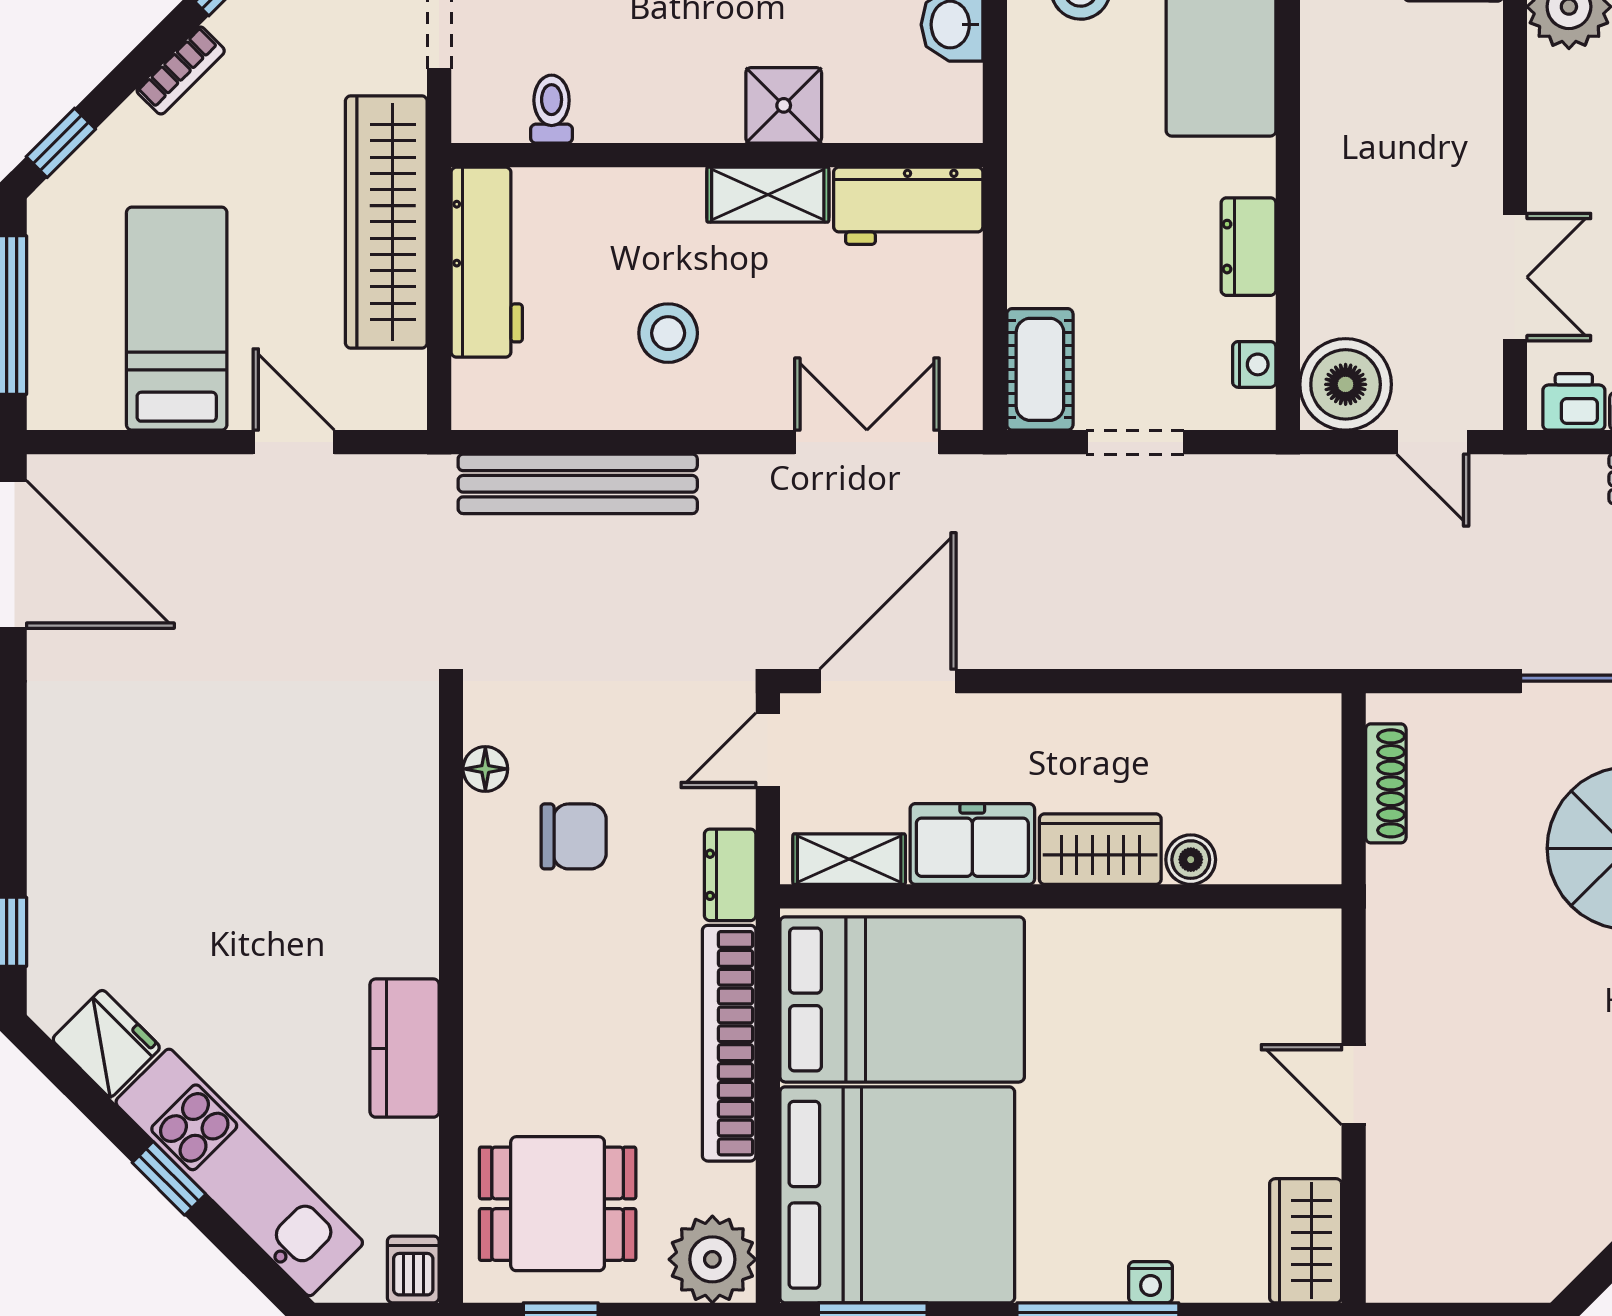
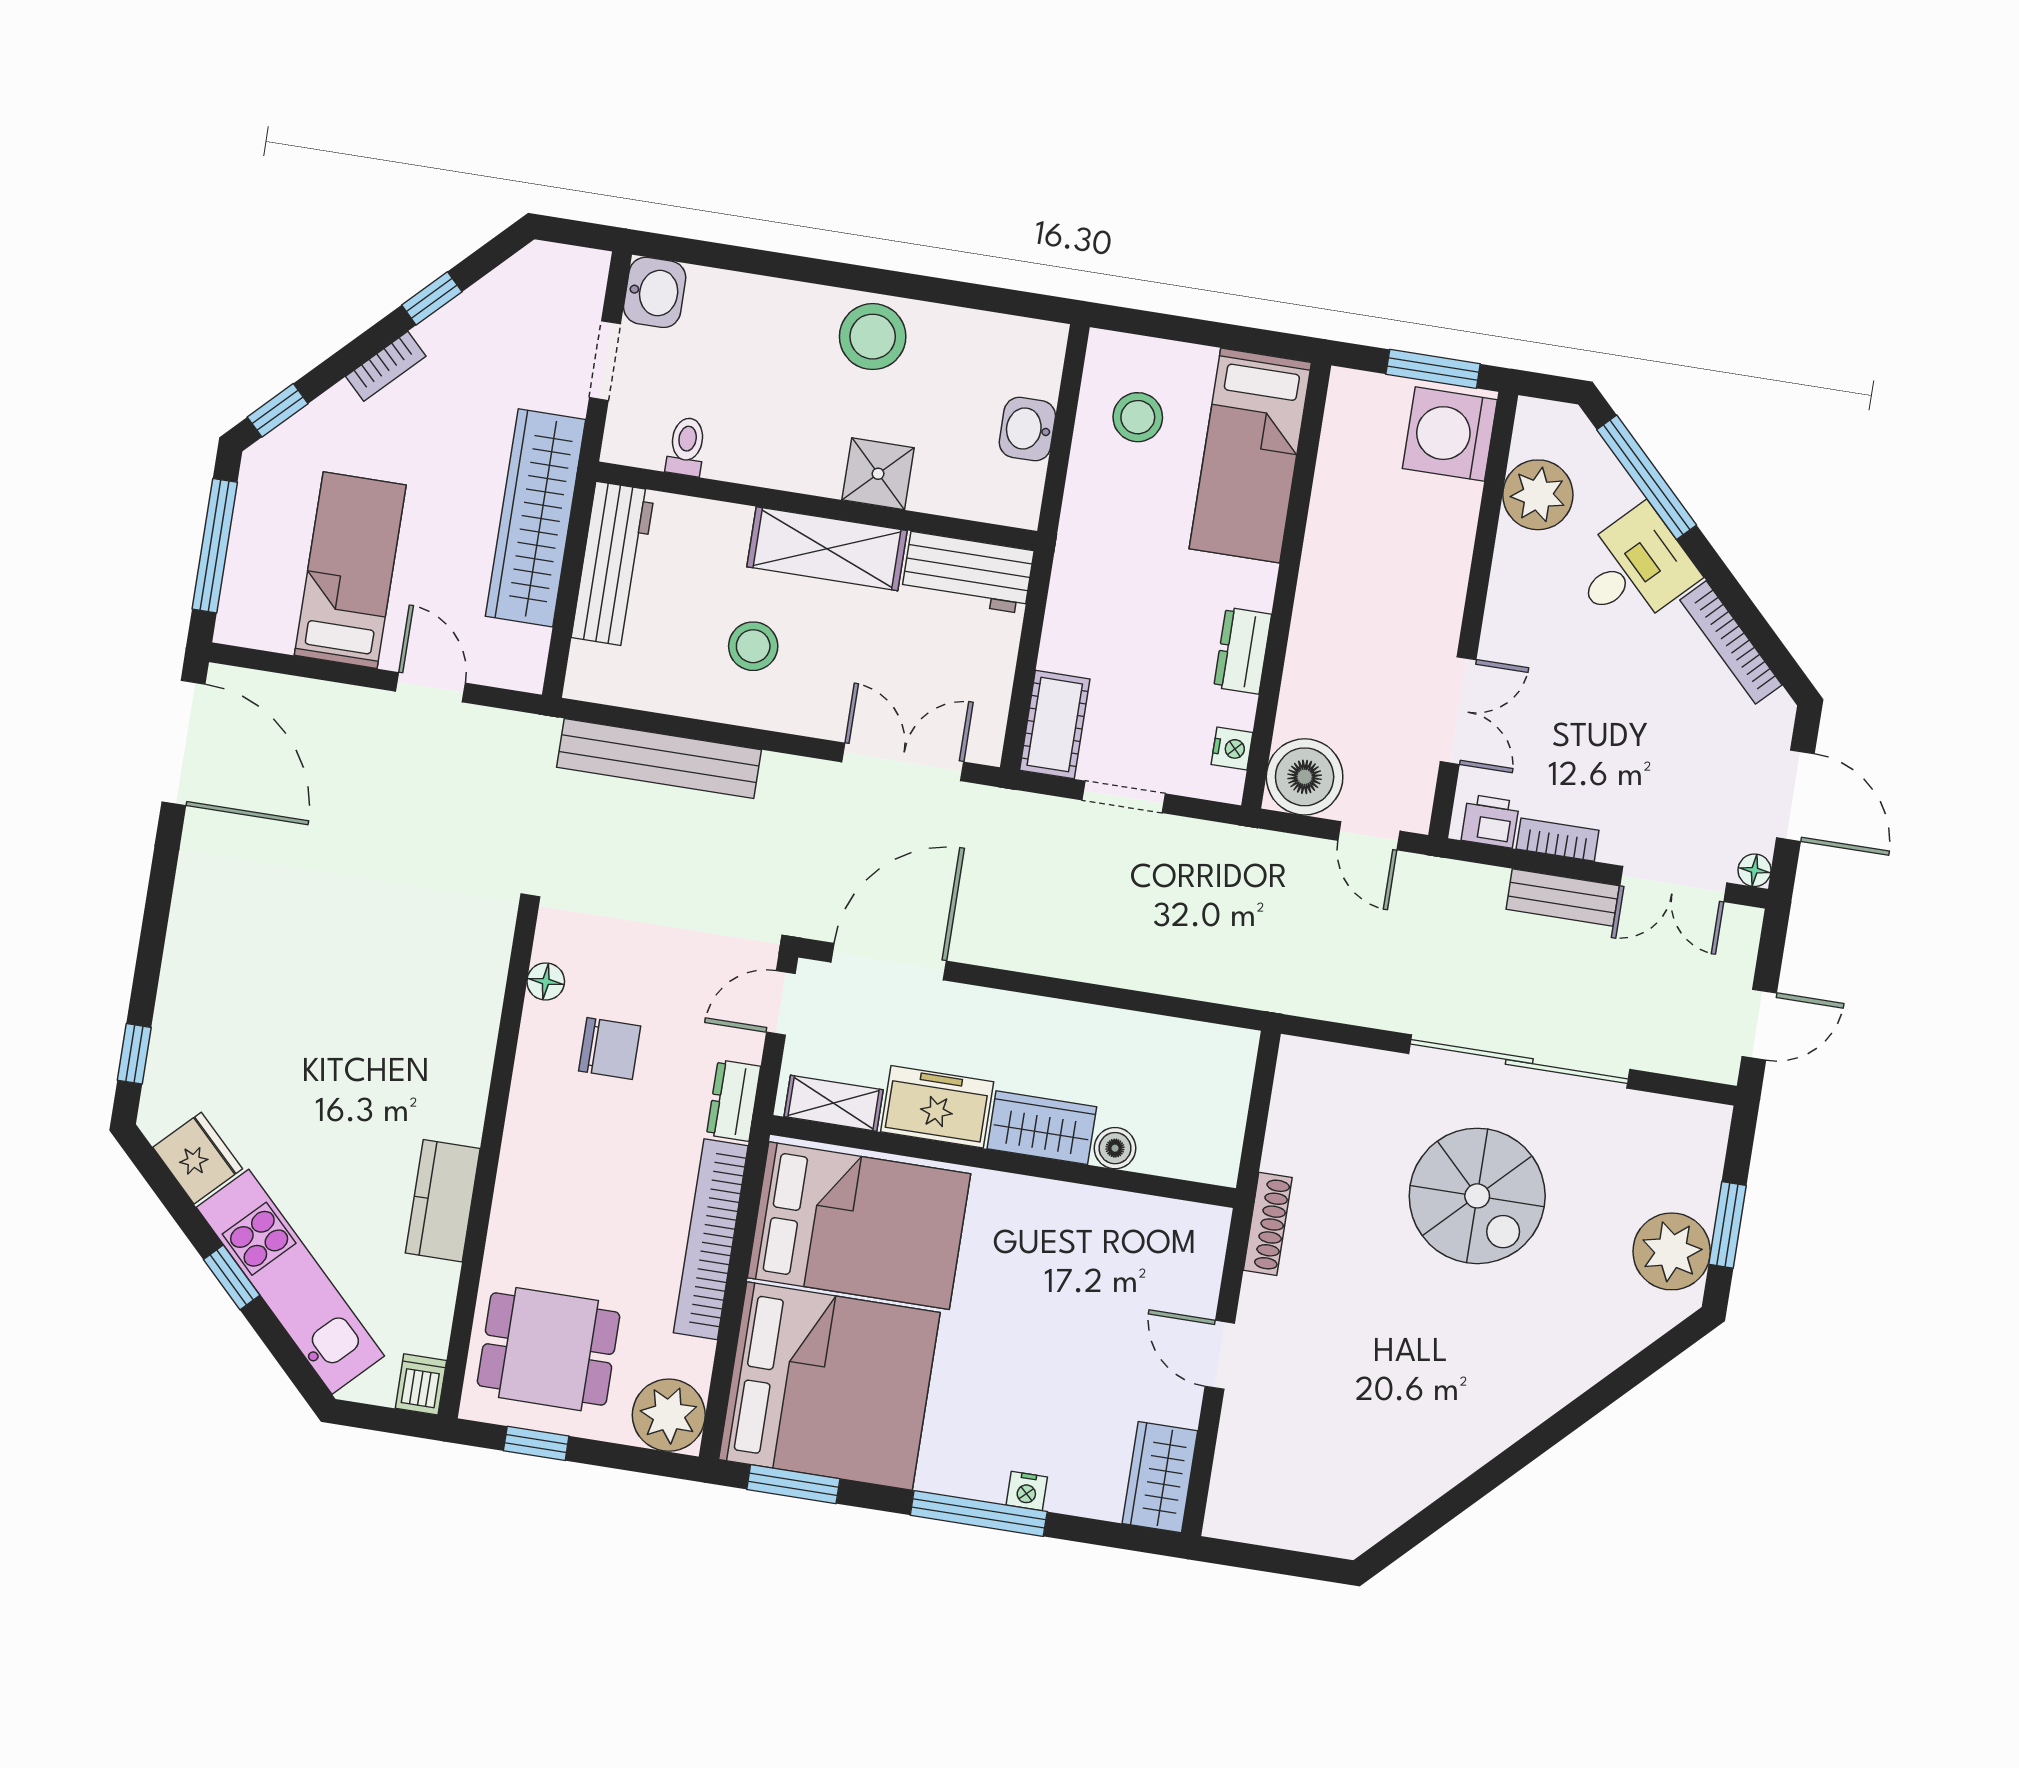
shelving: (768, 195) -> (827, 549), width x1.50, depth x1.33
shoe rack: (1386, 783) -> (1268, 1224), moved

